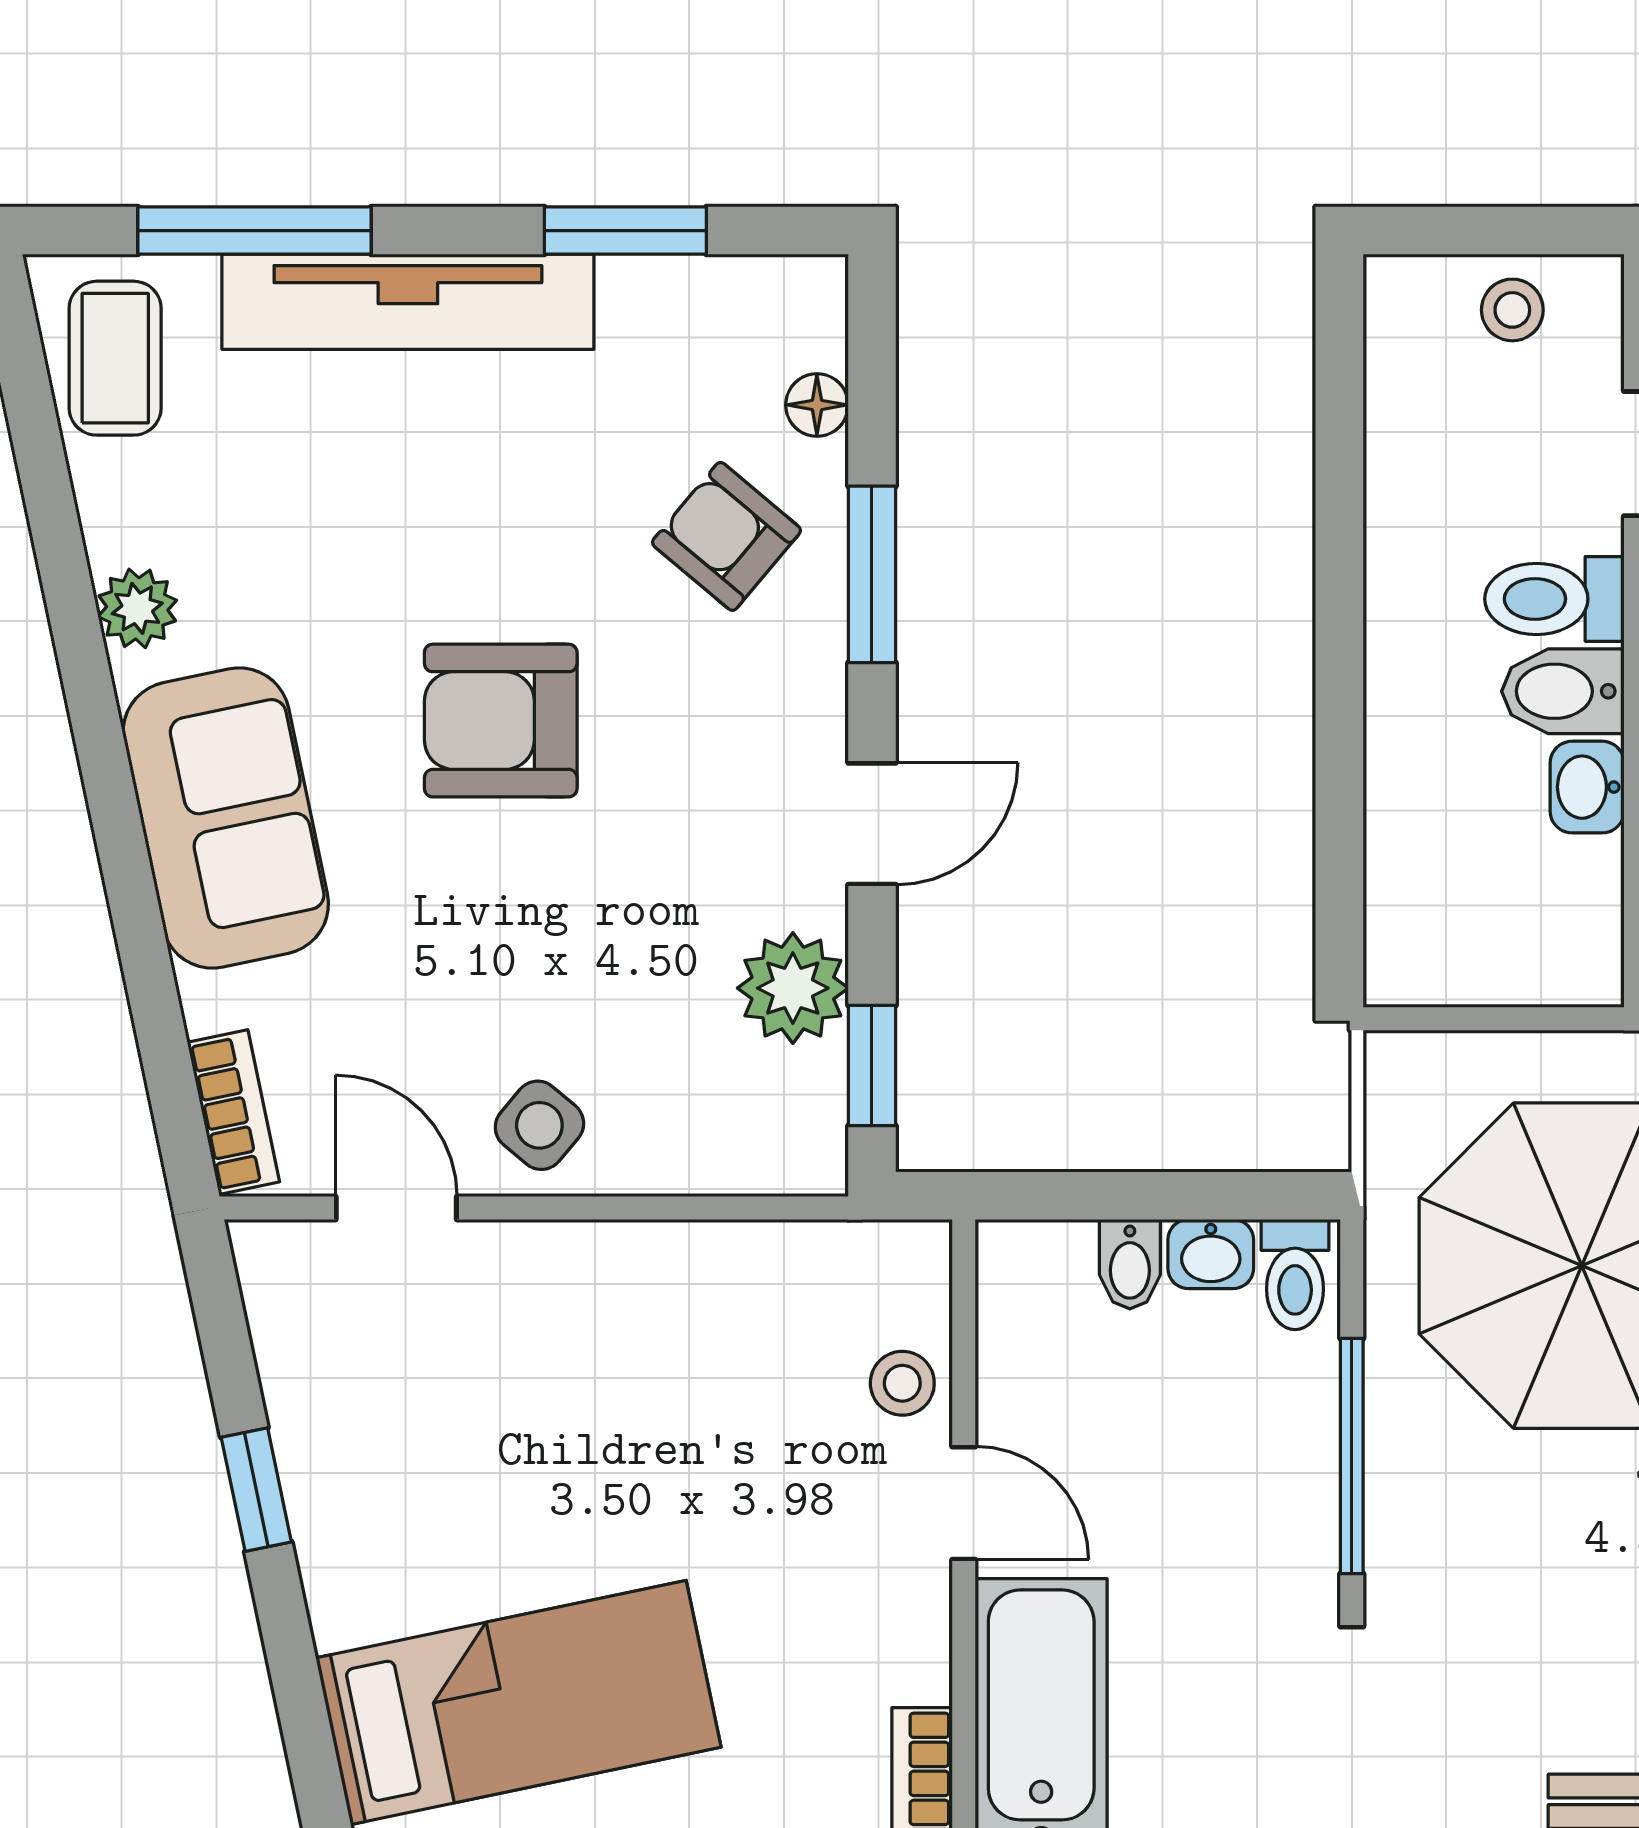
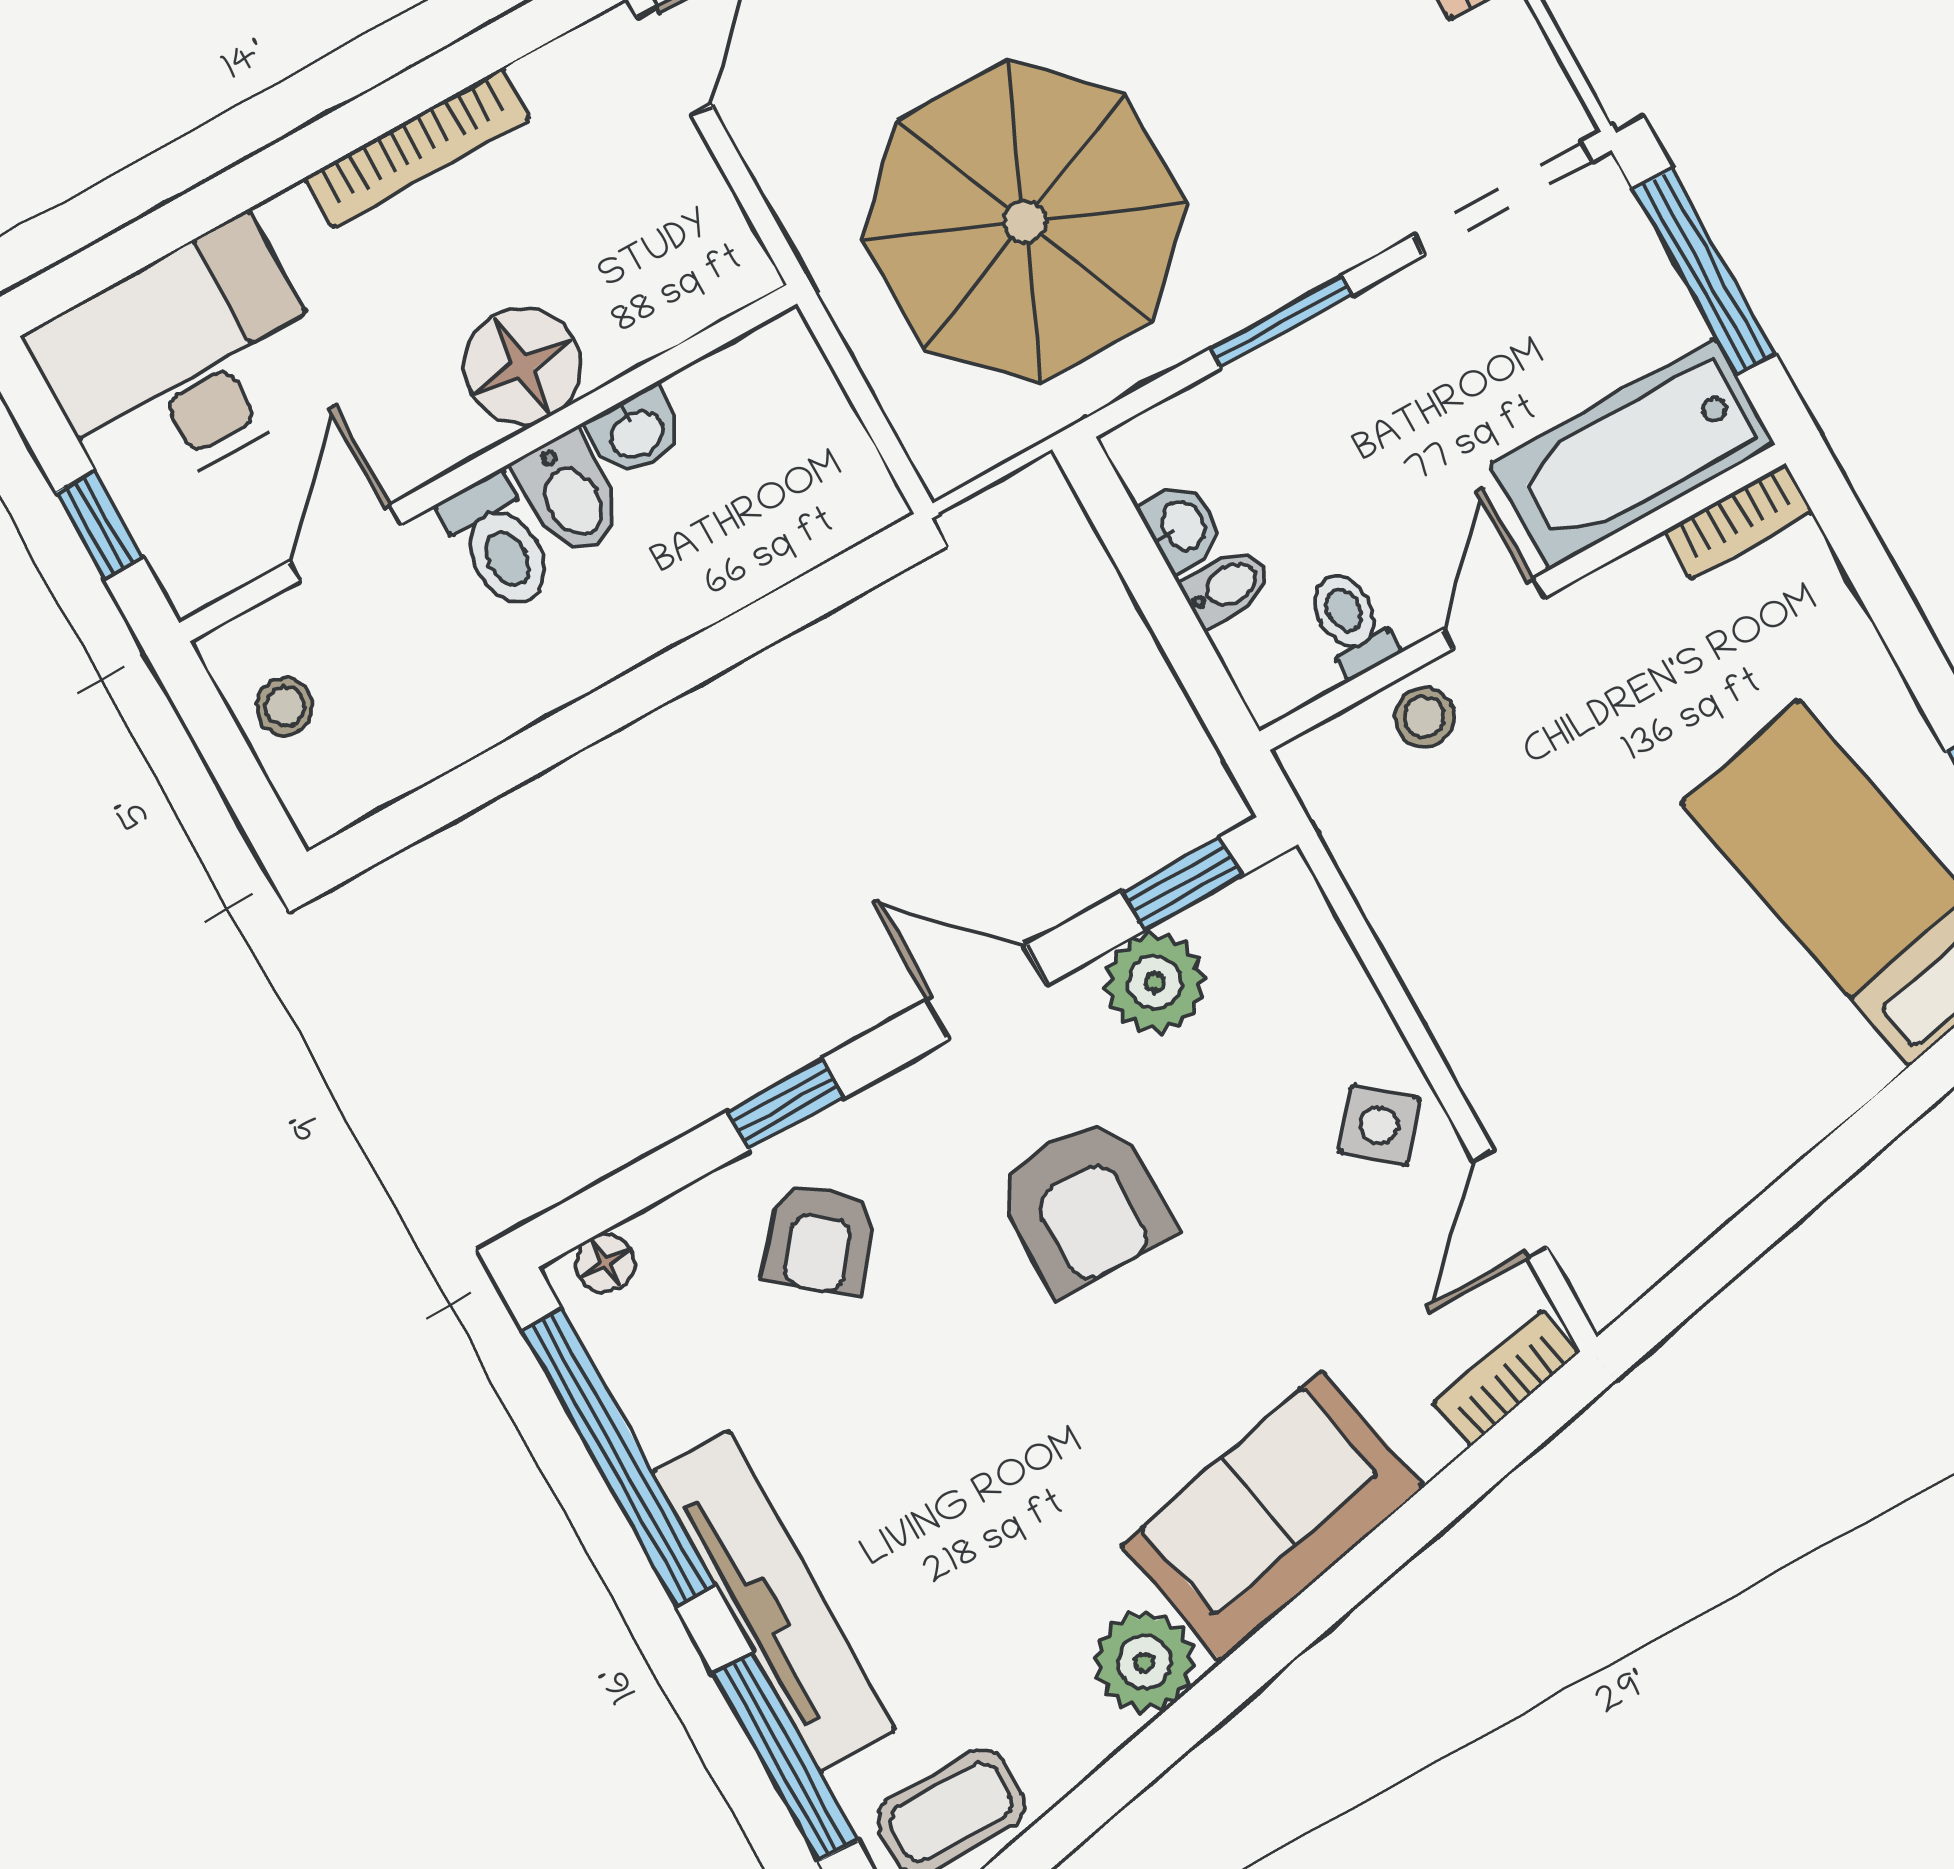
window: (625, 231) -> (619, 1458), width x2.11
floor lamp: (817, 405) -> (605, 1263), moved
window: (872, 574) -> (786, 1104), width x0.67
plant: (137, 608) -> (1144, 1662), width x1.38, depth x1.38
armchair: (501, 721) -> (1084, 1205), moved
toilet: (1295, 1275) -> (1351, 623), moved, turned -90
window: (1352, 1456) -> (1281, 322), width x0.69
window: (256, 1490) -> (1800, 1190), removed

